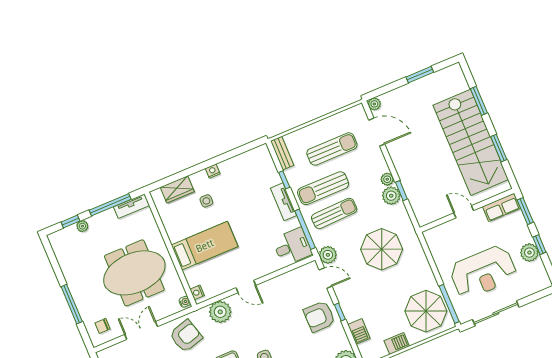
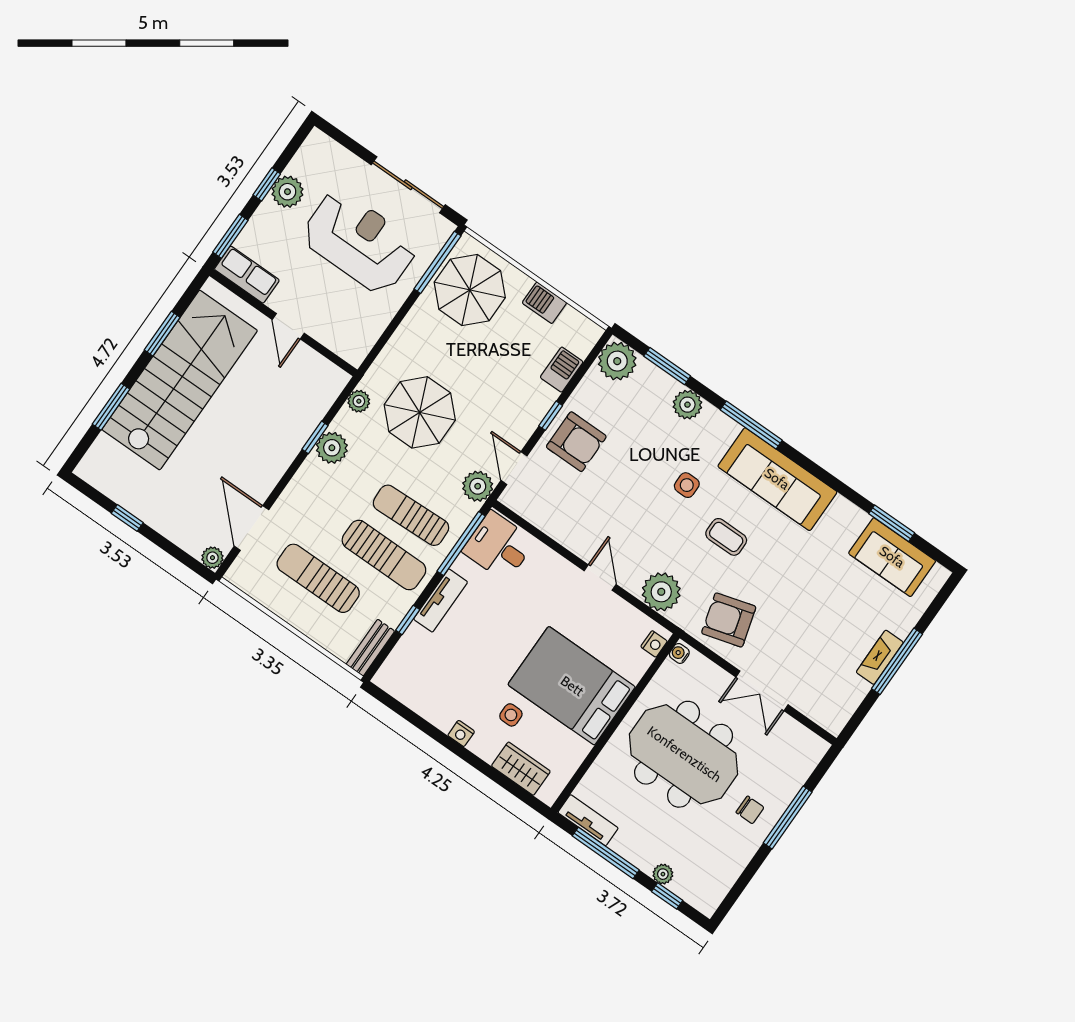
window: (420, 75) -> (127, 518), width x0.67
plant: (387, 179) -> (359, 401), moved
bed: (205, 246) -> (572, 686), width x1.50
chair: (102, 326) -> (750, 810), moved

